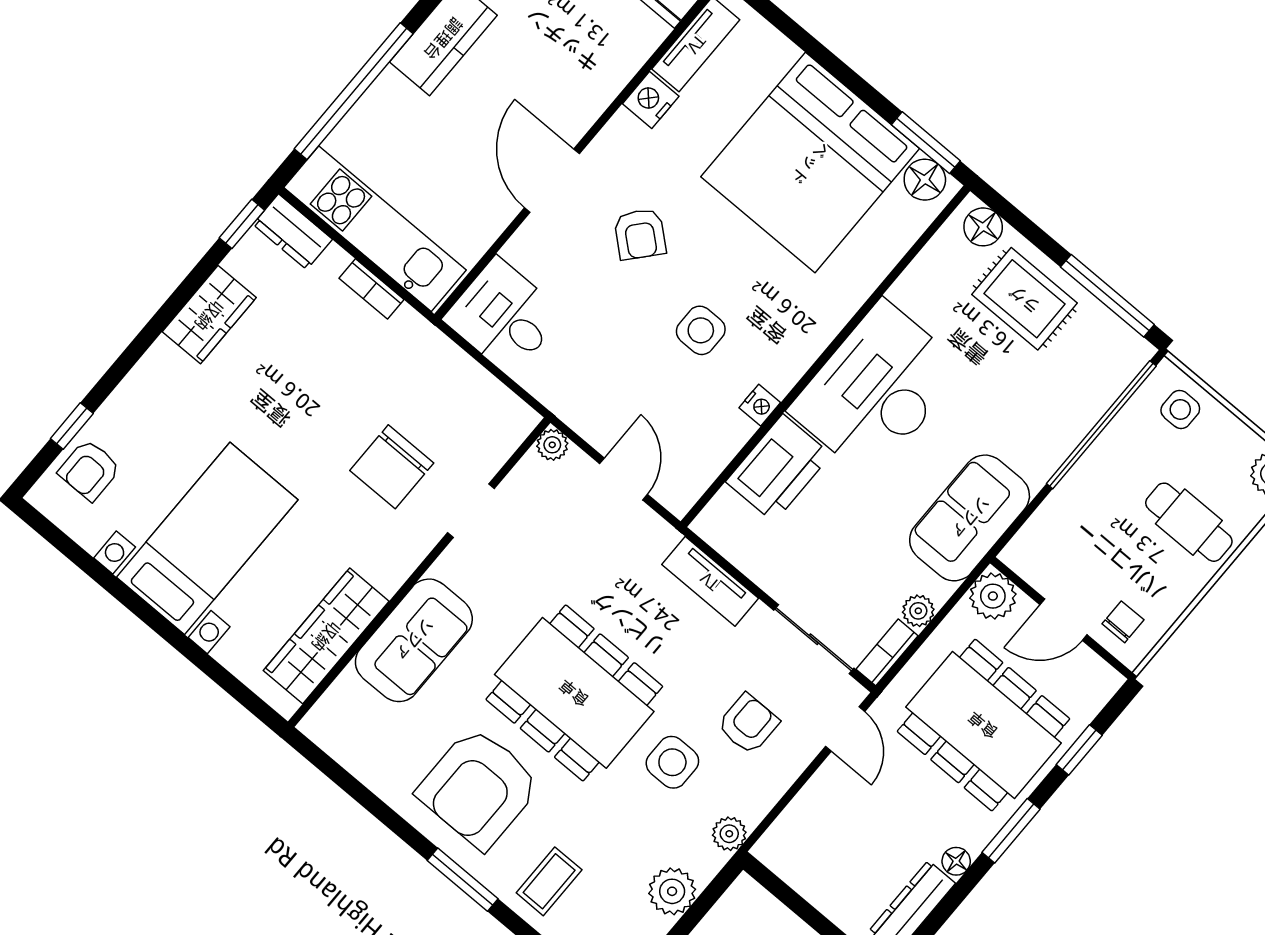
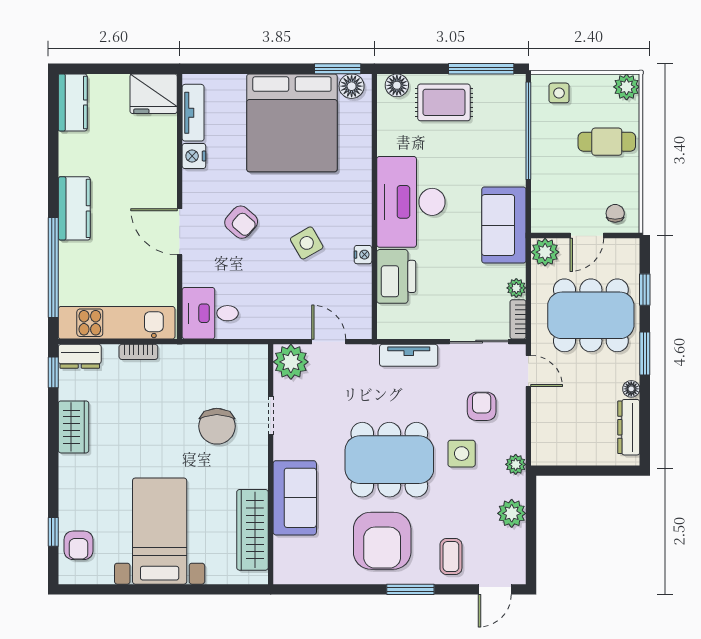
side table: (701, 330) -> (307, 243), turned -30
plant: (552, 445) -> (291, 362), width x1.87, depth x1.87

